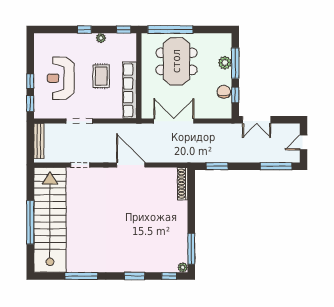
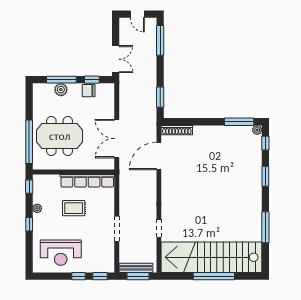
reception desk: (61, 78) -> (61, 253), moved
window: (30, 143) -> (138, 276), added
door: (131, 165) -> (159, 156), moved

